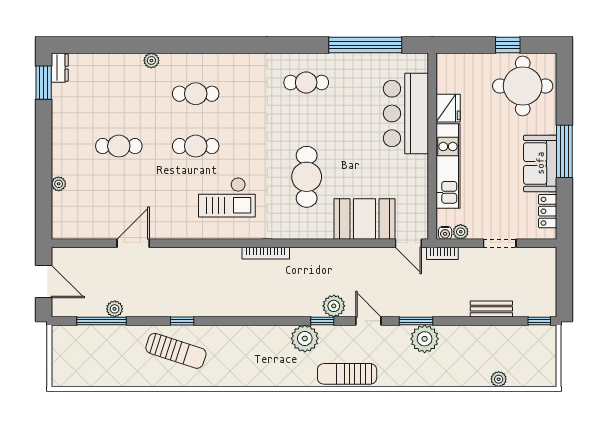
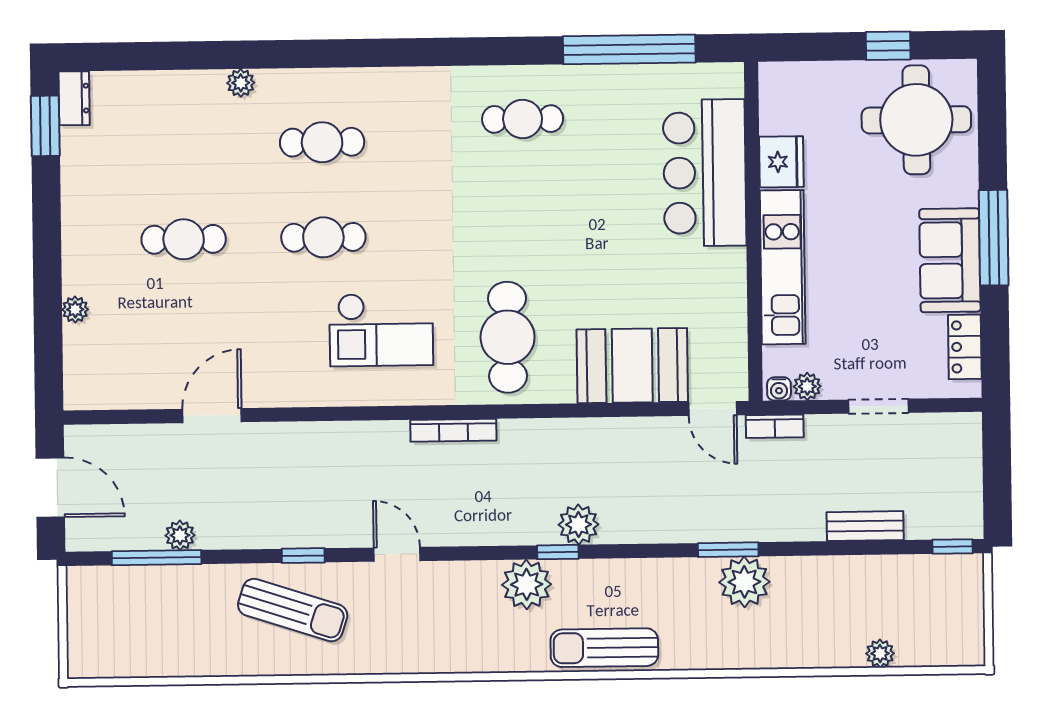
cafe table: (307, 177) -> (508, 337), moved
door: (368, 321) -> (397, 554), moved

